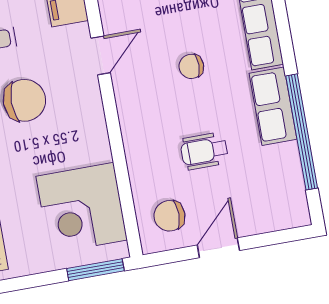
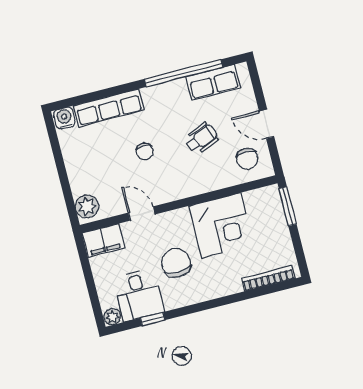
row of seats: (273, 106) -> (213, 82), moved
wheelchair: (204, 151) -> (201, 138), turned -112
corner desk: (82, 208) -> (221, 225), moved

